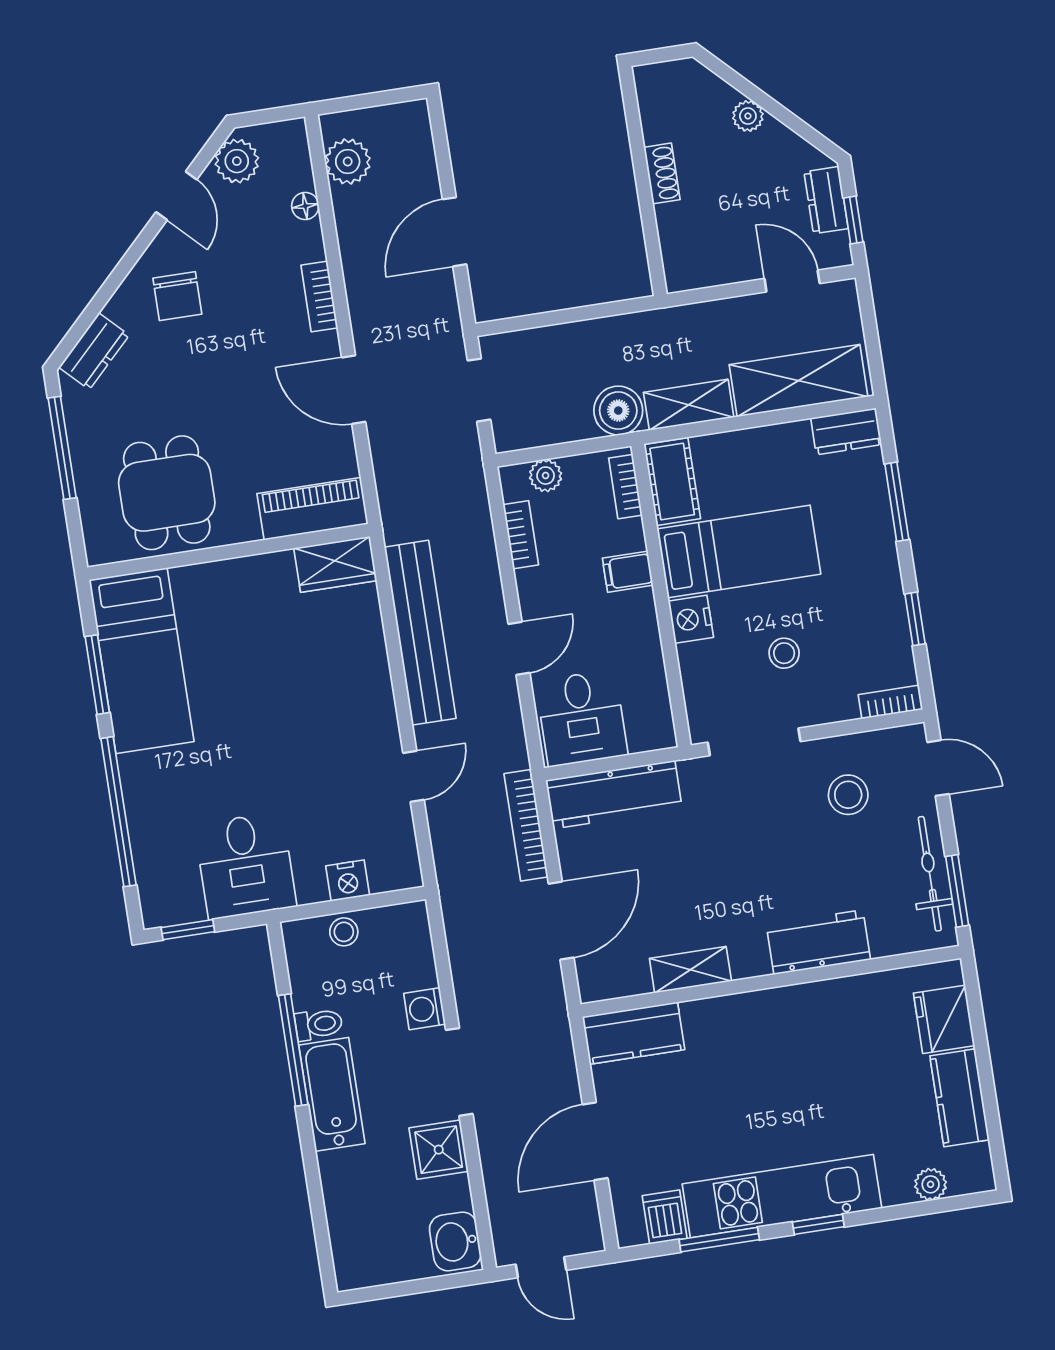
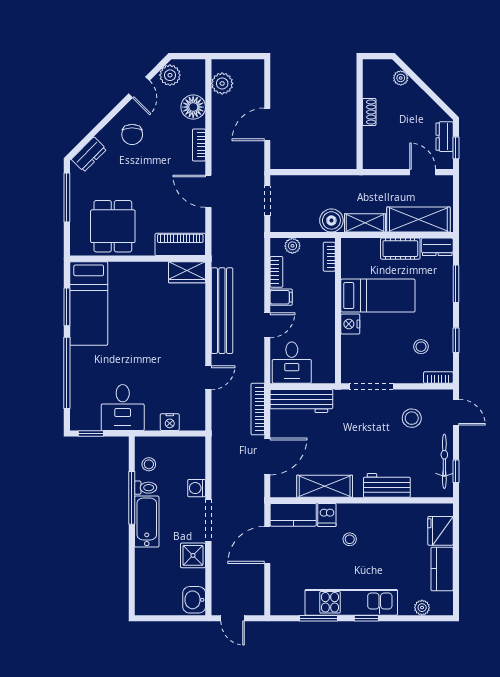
plant: (748, 116) -> (401, 78), moved
floor lamp: (305, 206) -> (193, 107), width x1.89, depth x1.89
cot: (672, 482) -> (400, 249), moved, turned 90
filing cabinet: (628, 572) -> (281, 297), moved, turned 180
stool: (784, 653) -> (421, 347), moved
window: (957, 891) -> (456, 471), width x0.67
stool: (344, 932) -> (149, 464), moved
shelving: (690, 970) -> (325, 486), width x1.50, depth x1.33
stool: (759, 1066) -> (350, 539), added
door: (595, 1141) -> (267, 545), moved
dishwasher: (665, 1217) -> (327, 515), moved, turned 180

